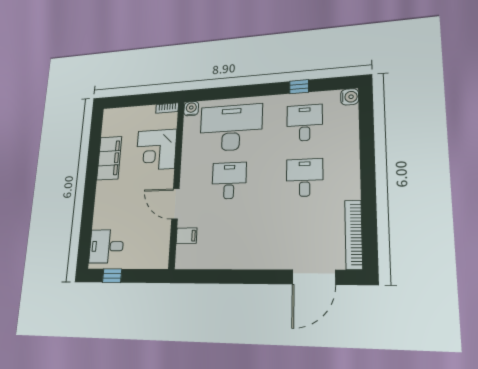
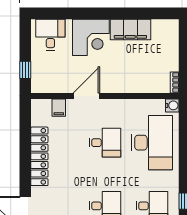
corner desk: (156, 150) -> (91, 37), moved, turned 180
locker: (243, 259) -> (39, 156), added
window: (112, 276) -> (25, 70), moved

